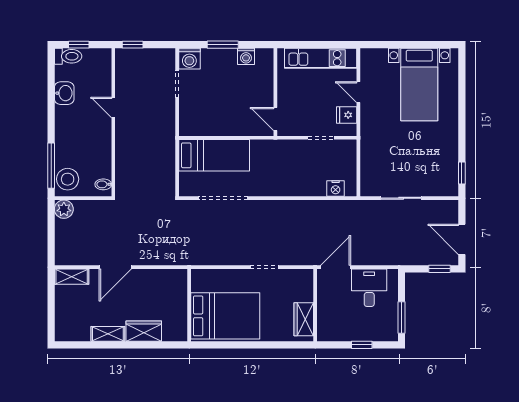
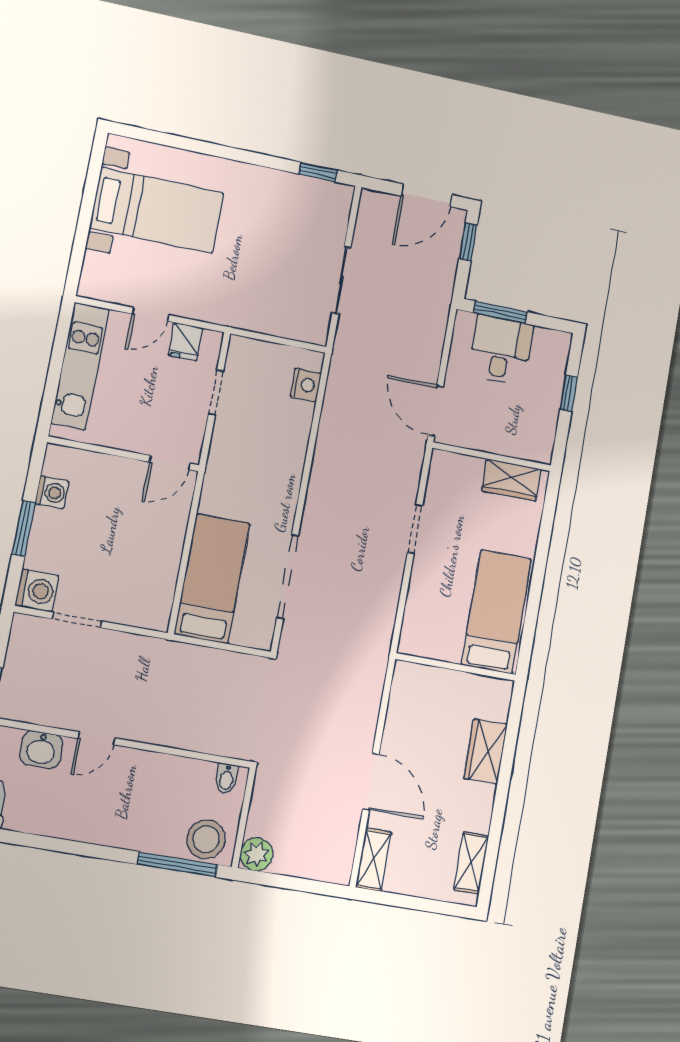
washbasin: (64, 93) -> (41, 749), moved, turned 180
desk: (369, 288) -> (501, 350), moved, turned 90
bed: (225, 316) -> (496, 612), width x0.67
window: (401, 318) -> (501, 312), moved
shelving: (108, 334) -> (471, 863), moved

